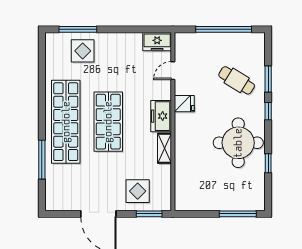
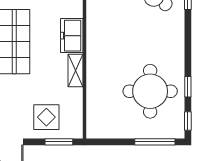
fridge: (184, 104) -> (97, 22), removed
window: (268, 111) -> (188, 121), moved
round table: (238, 143) -> (150, 91), moved

